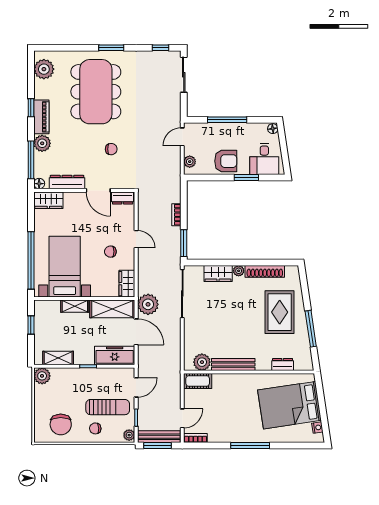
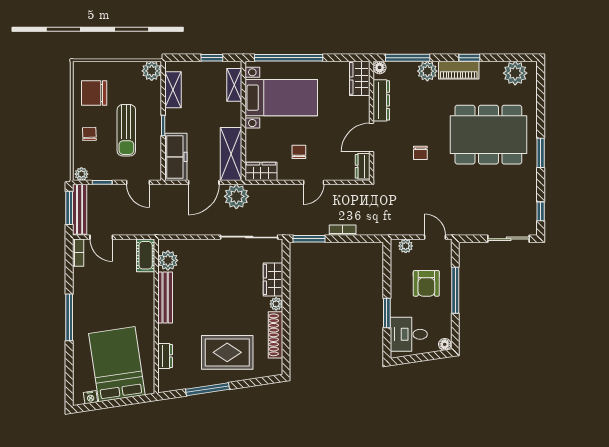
armchair: (226, 161) -> (426, 283), moved
shelving: (75, 306) -> (234, 85), moved
sun lounger: (108, 407) -> (126, 130), moved

